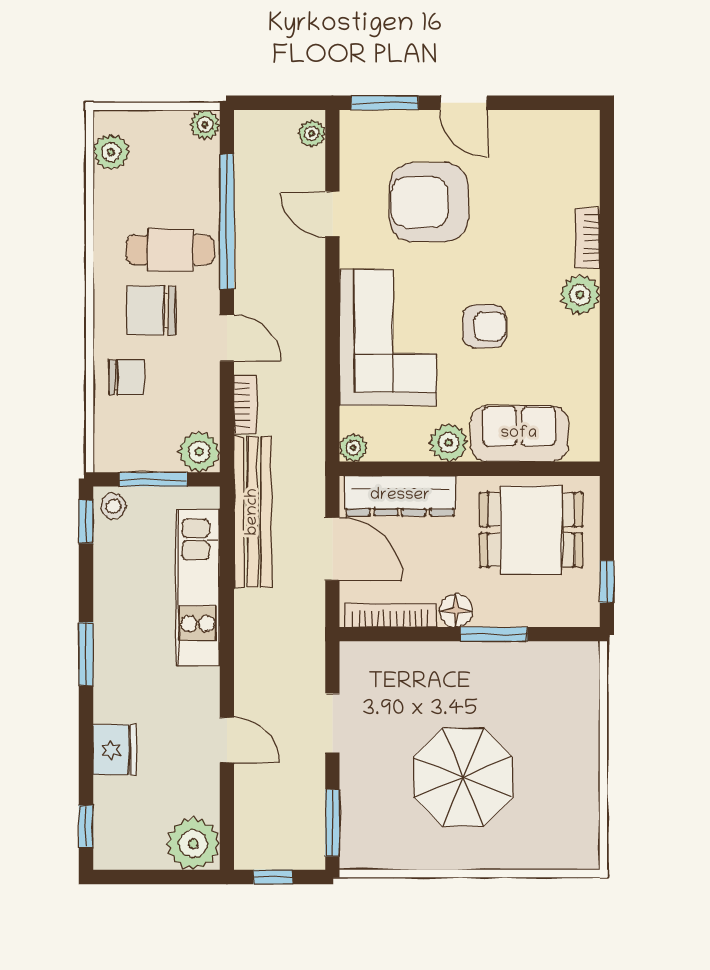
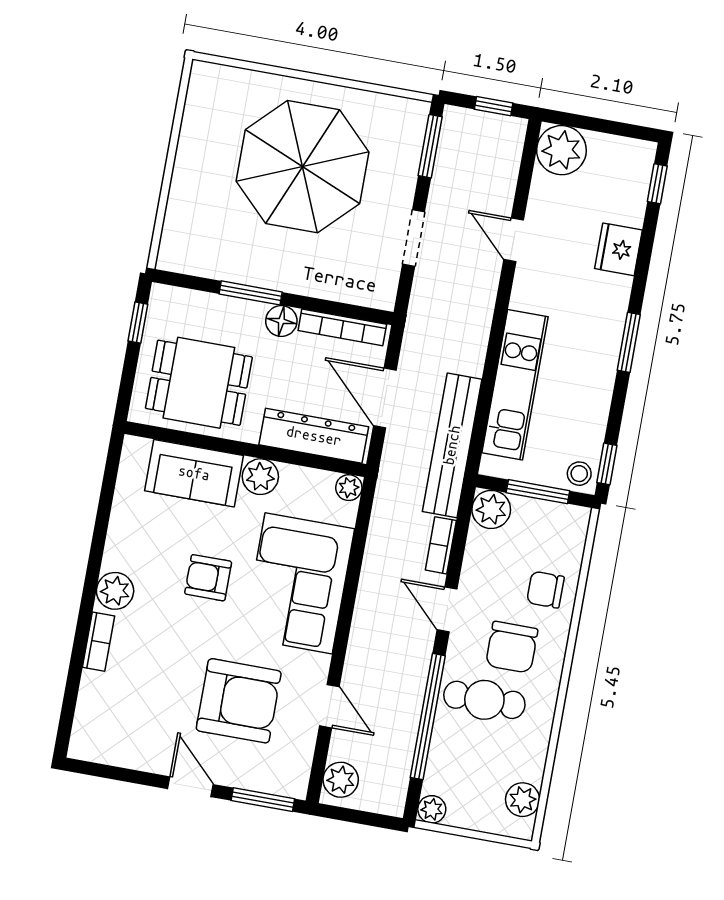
plant: (312, 133) -> (341, 780), width x1.38, depth x1.38
chair: (151, 311) -> (512, 647), turned 90
parasol: (463, 777) -> (303, 167), width x1.36, depth x1.36

